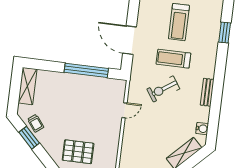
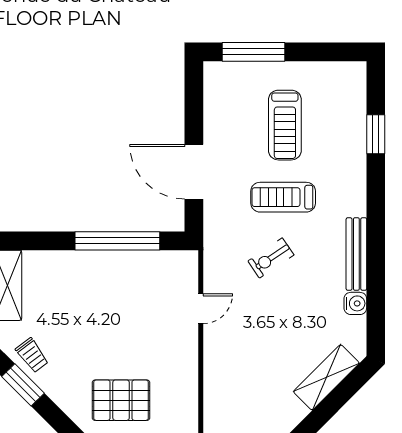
exercise bike: (163, 89) -> (271, 258), width x0.73, depth x0.72
bench: (207, 92) -> (356, 254), width x1.36
water cooler: (202, 129) -> (355, 303), moved

